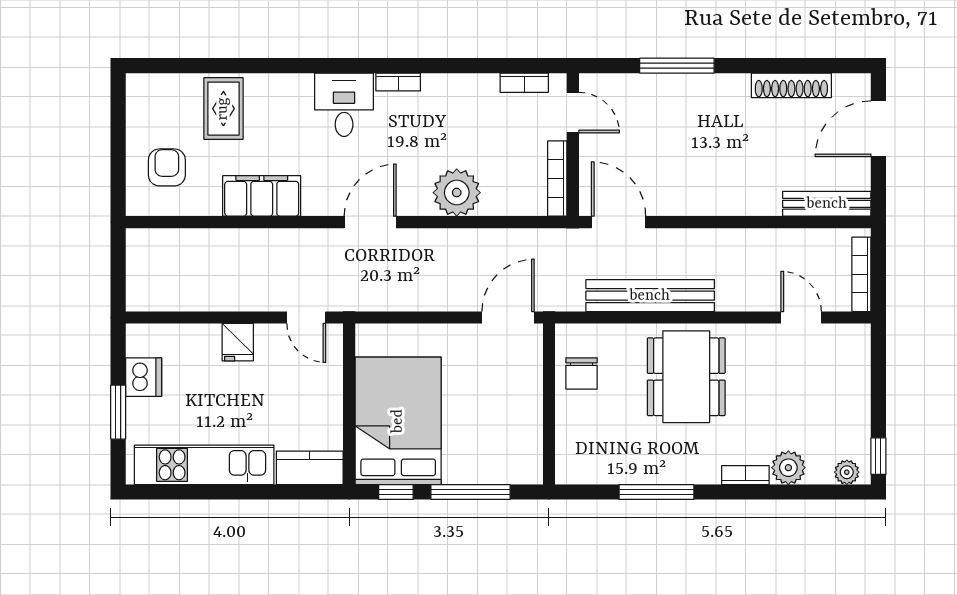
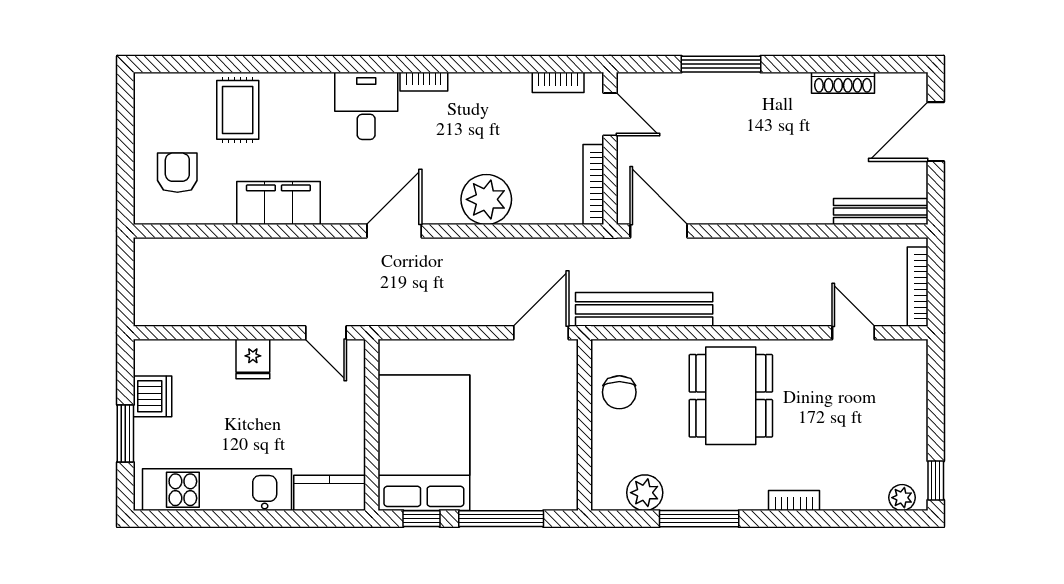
shoe rack: (791, 85) -> (843, 83), width x0.74, depth x0.81
bench: (650, 296) -> (644, 309), moved
plant: (788, 468) -> (645, 493), moved

